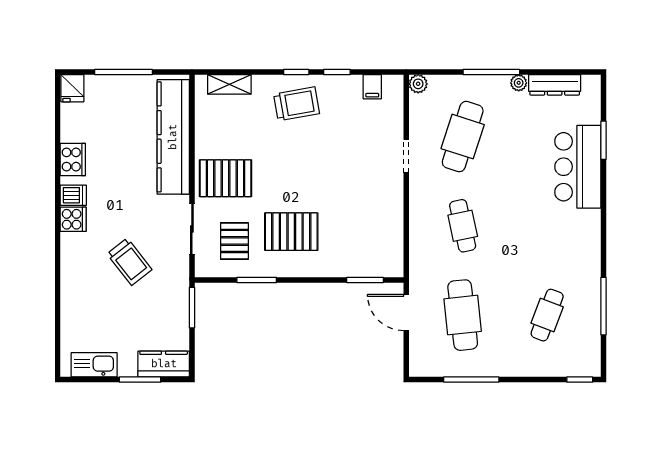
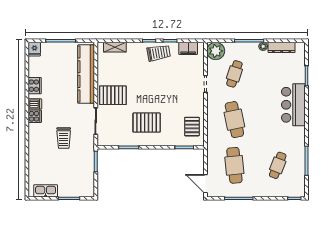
plant: (418, 84) -> (216, 51), width x1.88, depth x1.88
filing cabinet: (372, 87) -> (188, 48), width x2.00
trolley: (297, 104) -> (159, 53), moved
cafe table: (463, 137) -> (234, 74), width x0.73, depth x0.74
bar counter: (578, 167) -> (293, 105), moved
cafe table: (463, 226) -> (234, 120), width x1.37, depth x1.35
pallet: (234, 241) -> (192, 127), moved
trolley: (129, 262) -> (64, 138), turned 38
door: (406, 313) -> (206, 184), moved
kitchen counter: (164, 364) -> (81, 190), removed

